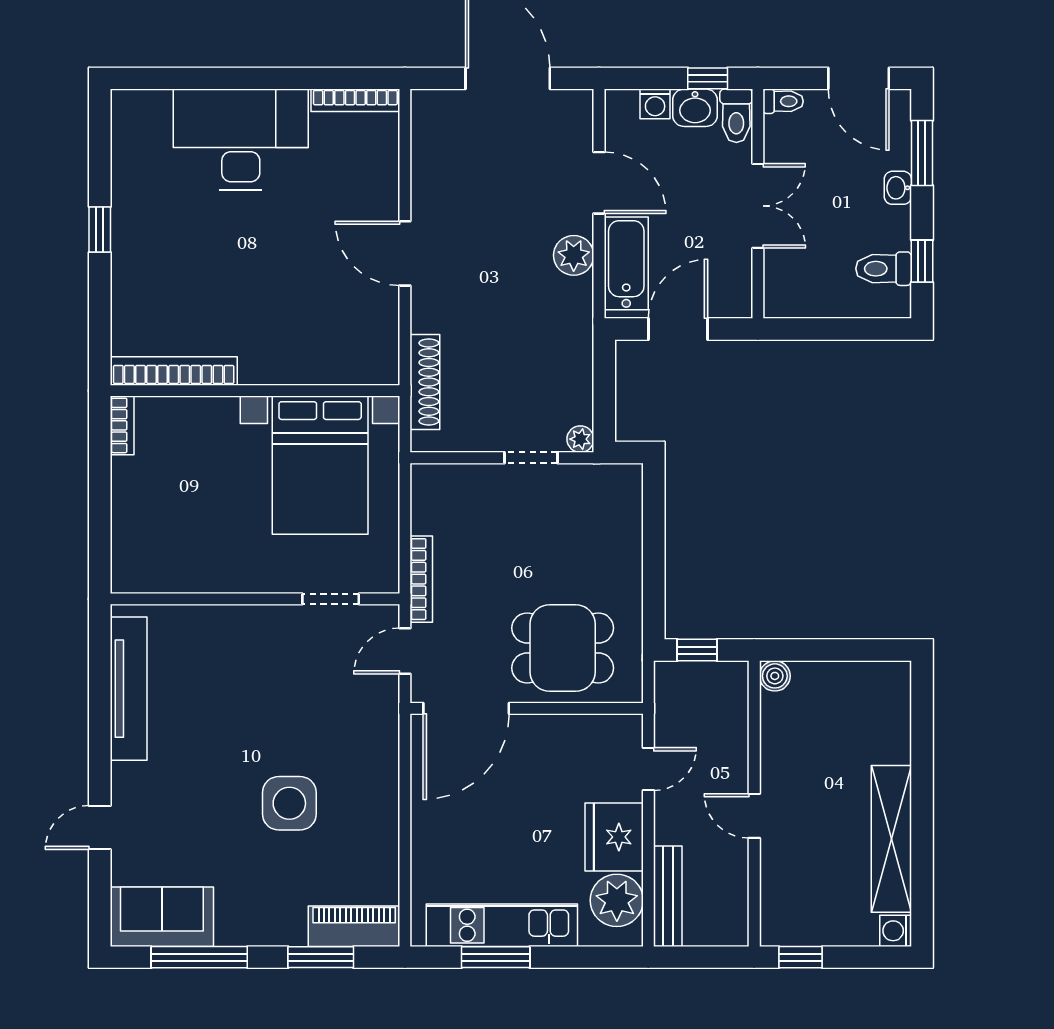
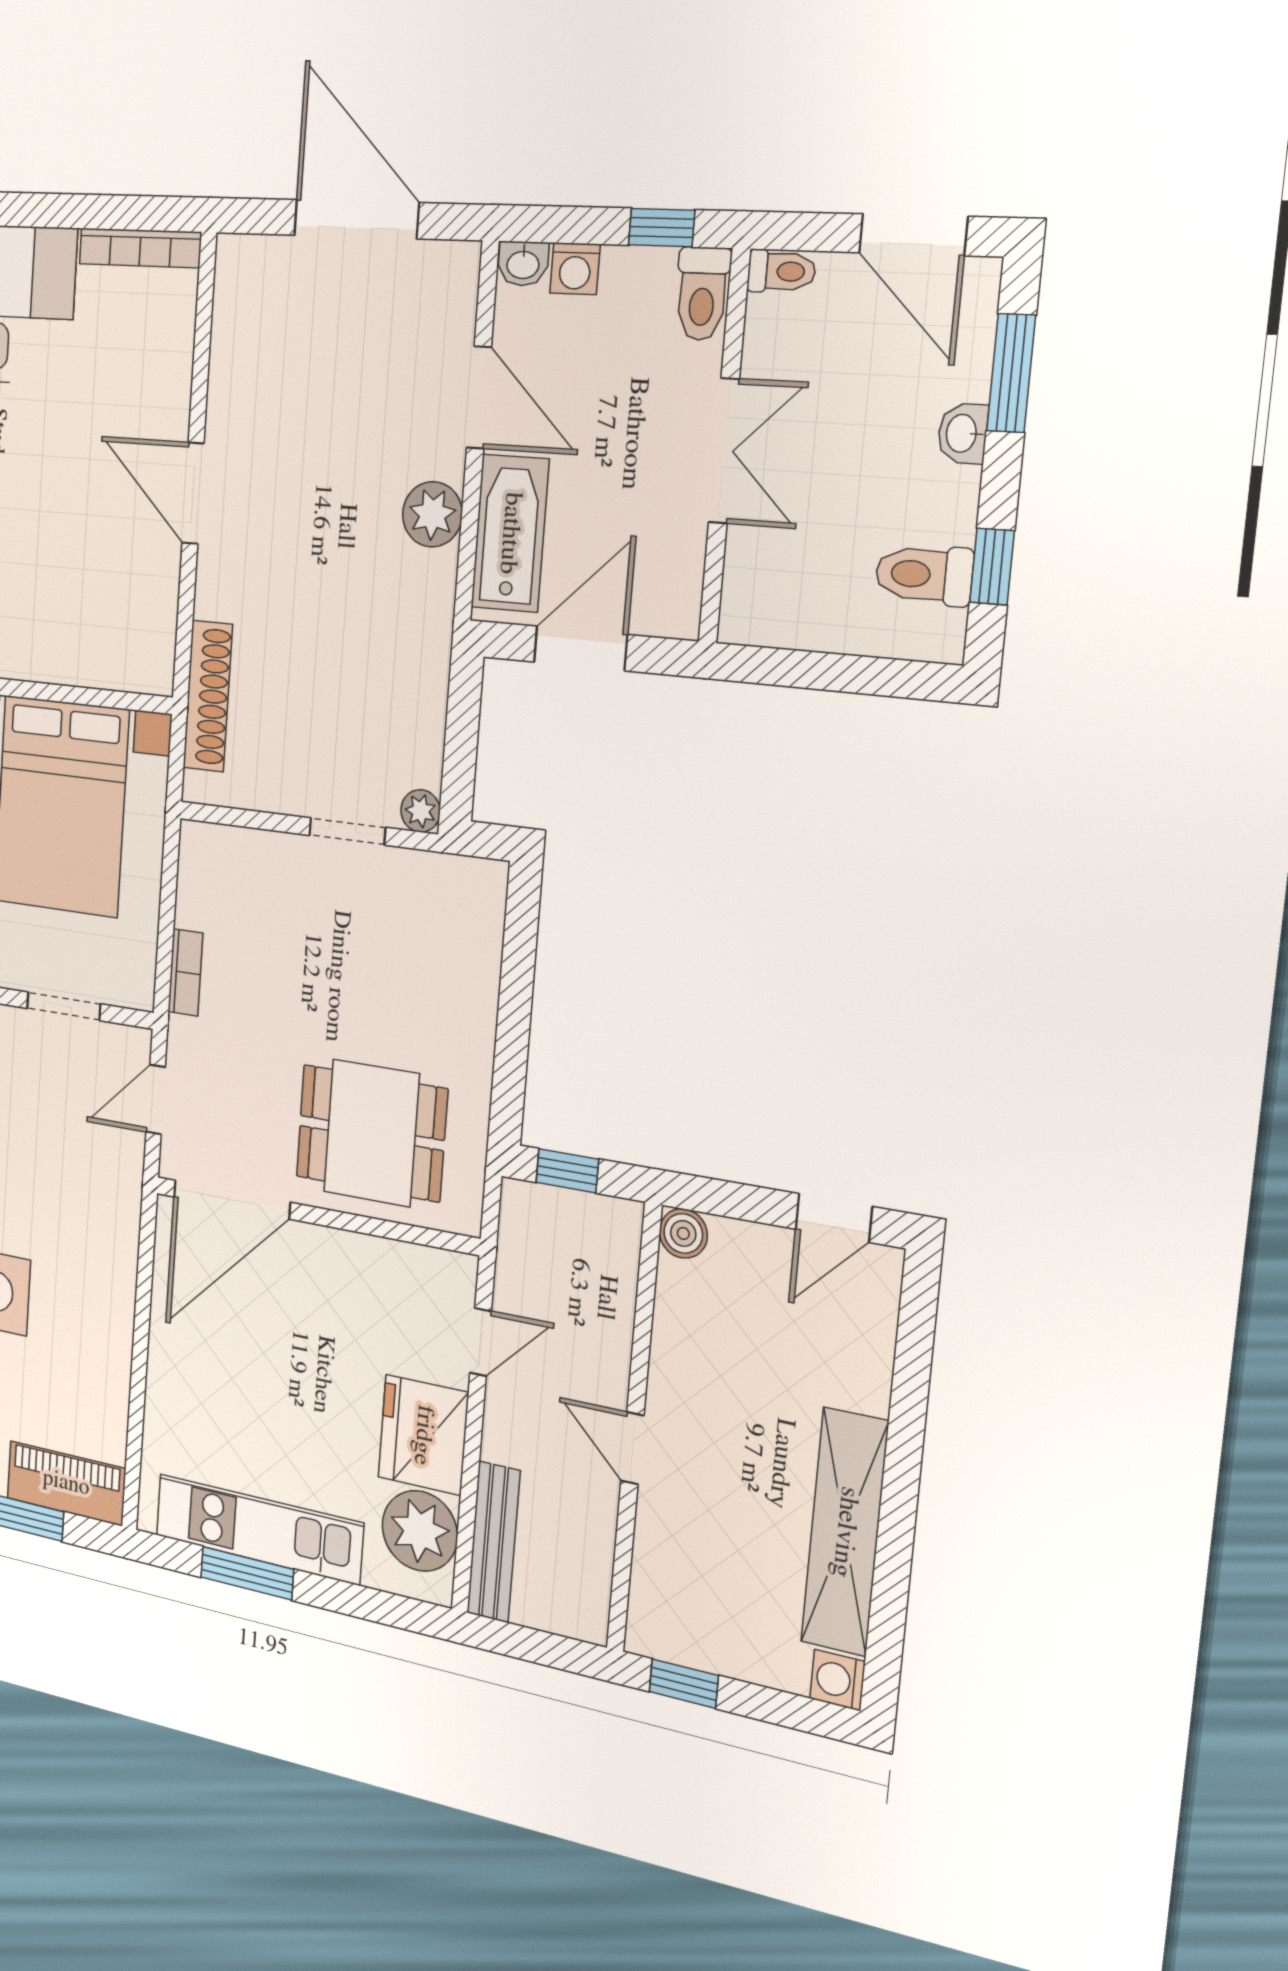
washbasin: (695, 108) -> (523, 264), moved, width x0.72, depth x0.69
bookcase: (421, 579) -> (185, 972), width x0.64
door: (867, 650) -> (834, 1218), added

